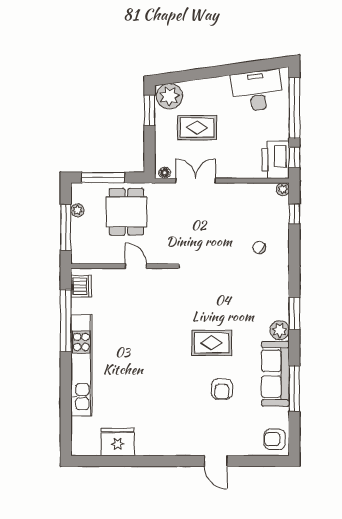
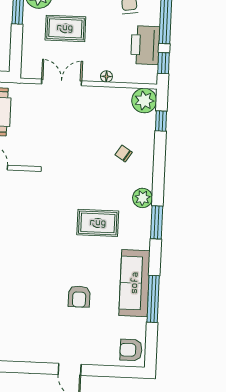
printer: (276, 160) -> (145, 45), moved
floor lamp: (165, 173) -> (106, 76), moved
plant: (283, 189) -> (144, 101), width x1.88, depth x1.88
plant: (280, 330) -> (143, 198), moved
rug: (212, 343) -> (98, 223), moved

